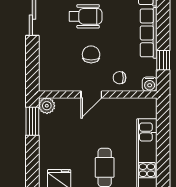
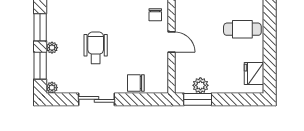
chair: (91, 54) -> (136, 83), moved
plant: (47, 106) -> (200, 85), moved

